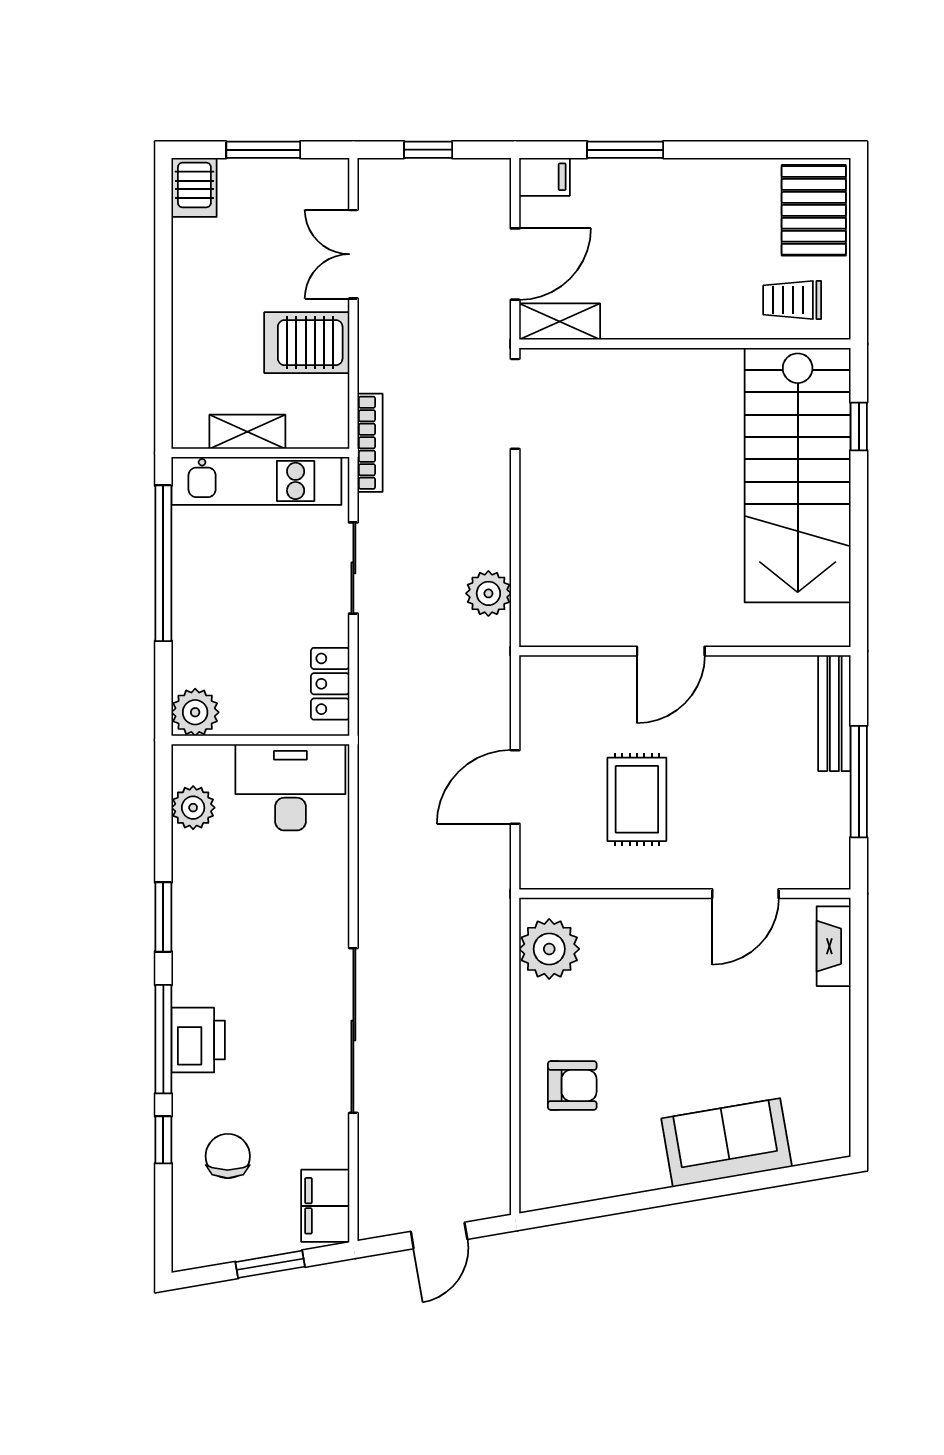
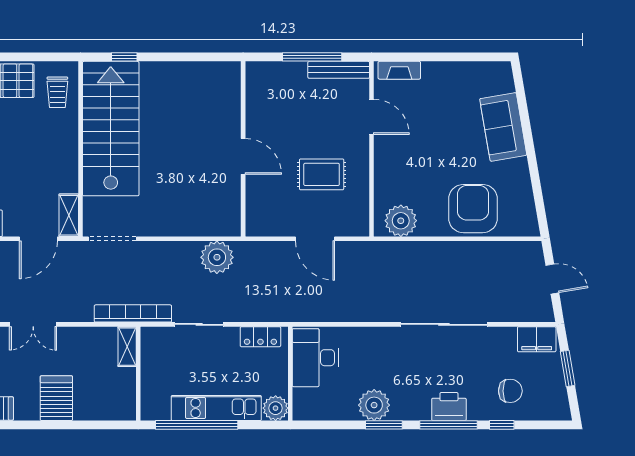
door: (515, 264) -> (38, 239), swing flipped
server rack: (307, 343) -> (56, 398), moved, turned 180
shelving: (247, 432) -> (127, 347), moved
bookcase: (370, 443) -> (133, 313), width x1.48, depth x1.31
stairs: (798, 475) -> (111, 129), moved, turned -90
kitchen unit: (256, 481) -> (216, 408), moved, turned -90
plant: (488, 593) -> (217, 257), width x1.36, depth x1.36
bench: (834, 713) -> (339, 70), moved
plant: (193, 808) -> (374, 405), moved, width x1.36, depth x1.36
armchair: (572, 1085) -> (473, 209), width x1.88, depth x1.88
chair: (228, 1156) -> (510, 391), turned 180

